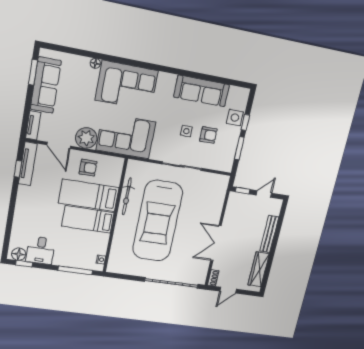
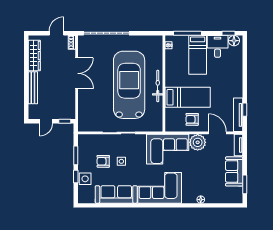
sofa: (46, 85) -> (234, 171), width x0.73
corner sofa: (127, 85) -> (160, 188), moved
bicycle: (127, 196) -> (158, 86), moved
bed: (88, 219) -> (198, 55), moved, turned 90

